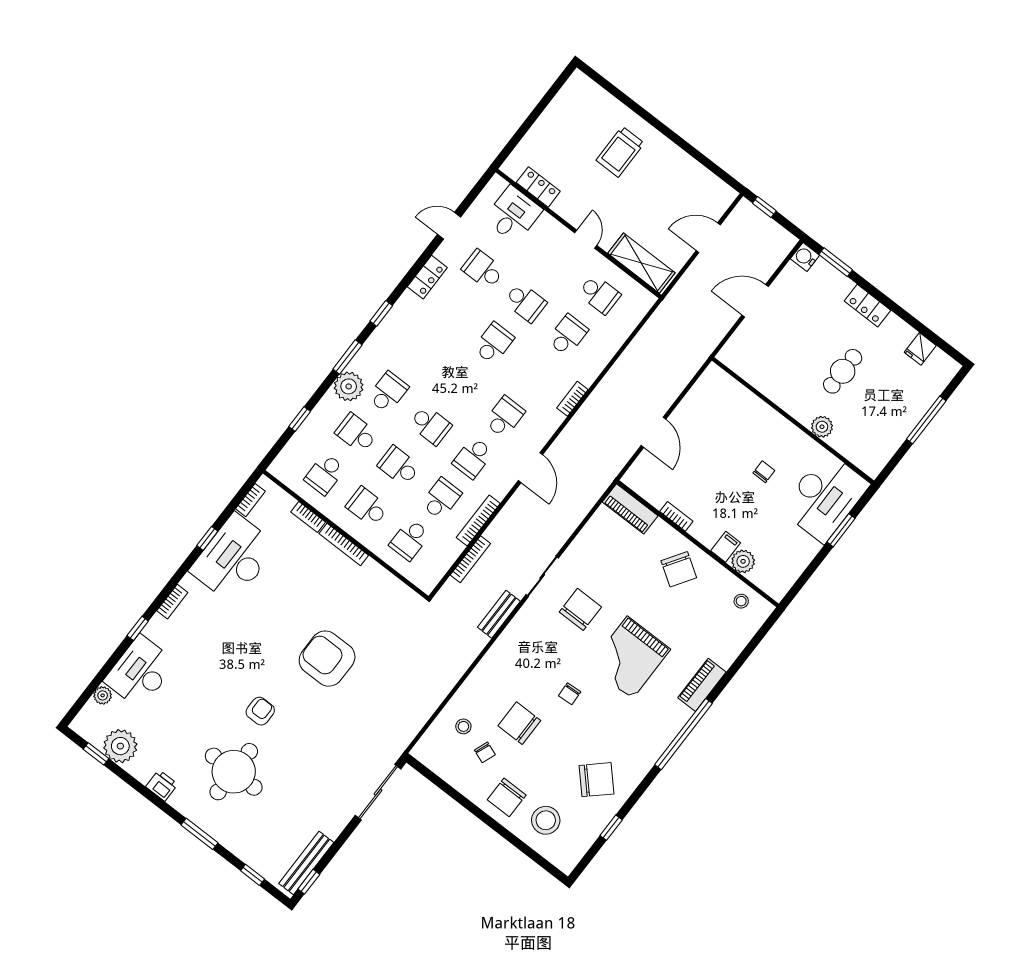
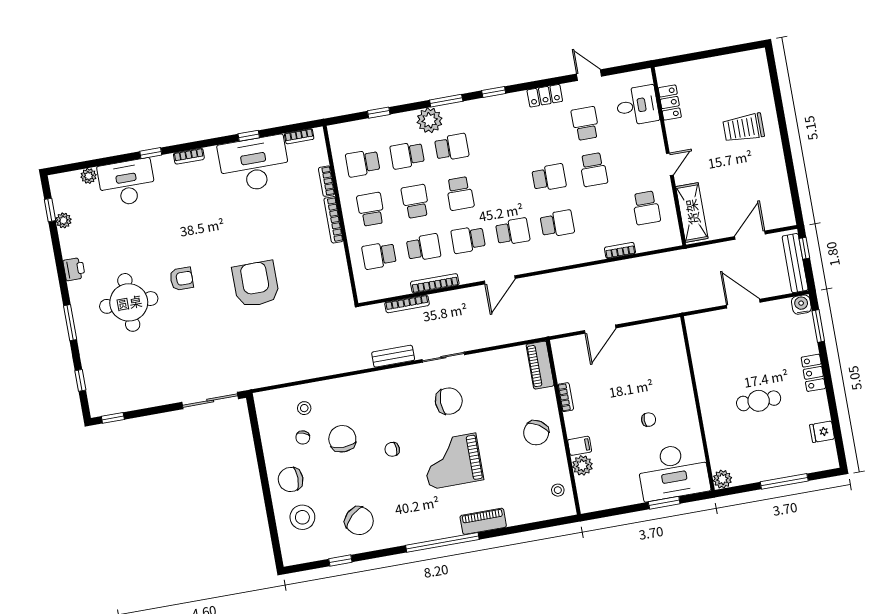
door: (708, 238) -> (750, 235), hinge flipped
school desk: (568, 335) -> (557, 224), moved
bookcase: (572, 399) -> (620, 250), moved
plant: (822, 427) -> (722, 479), moved
school desk: (356, 433) -> (407, 155), turned -90
plant: (120, 746) -> (64, 220), width x0.53, depth x0.53
bench: (306, 863) -> (795, 263), moved, turned 90

